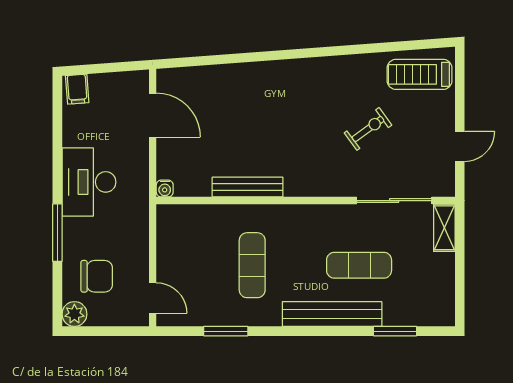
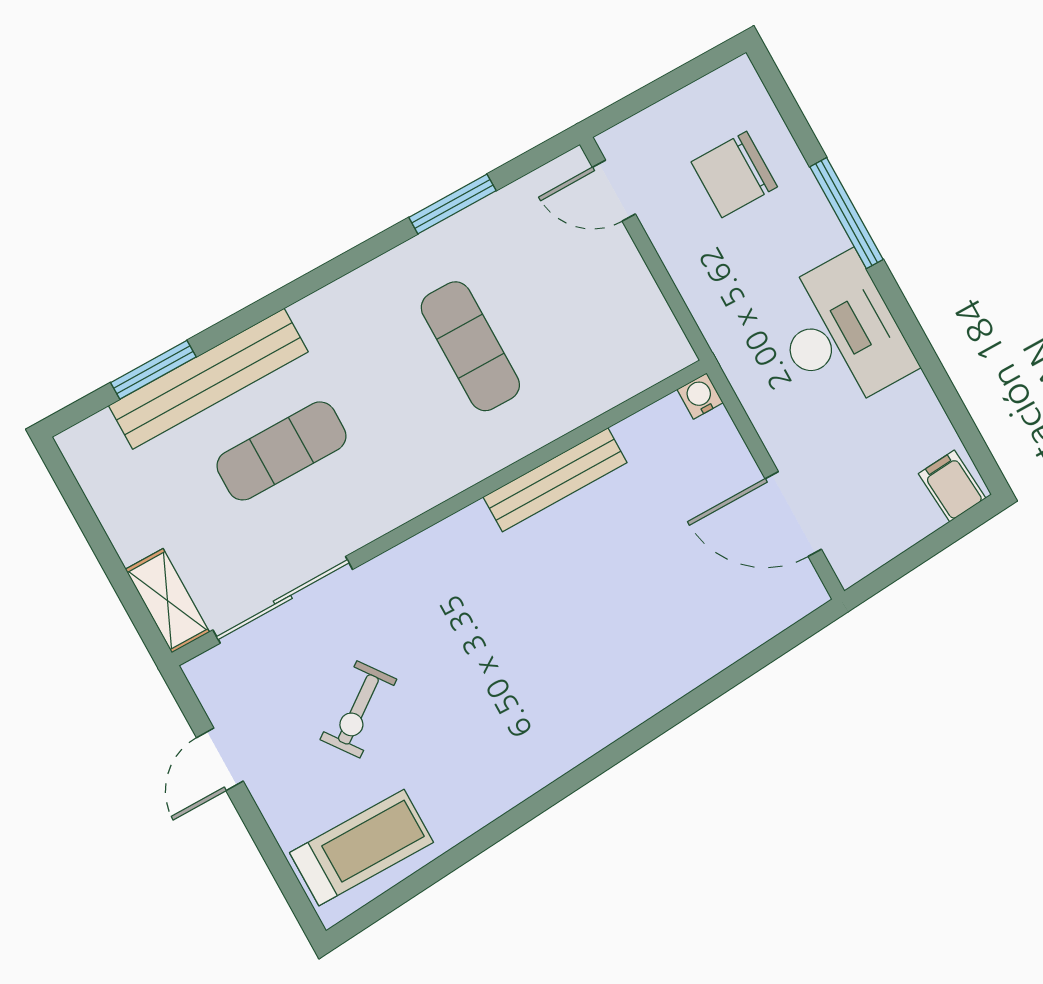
exercise bike: (368, 129) -> (358, 709), moved
plant: (74, 314) -> (737, 86), removed
bench: (332, 314) -> (208, 379), moved

